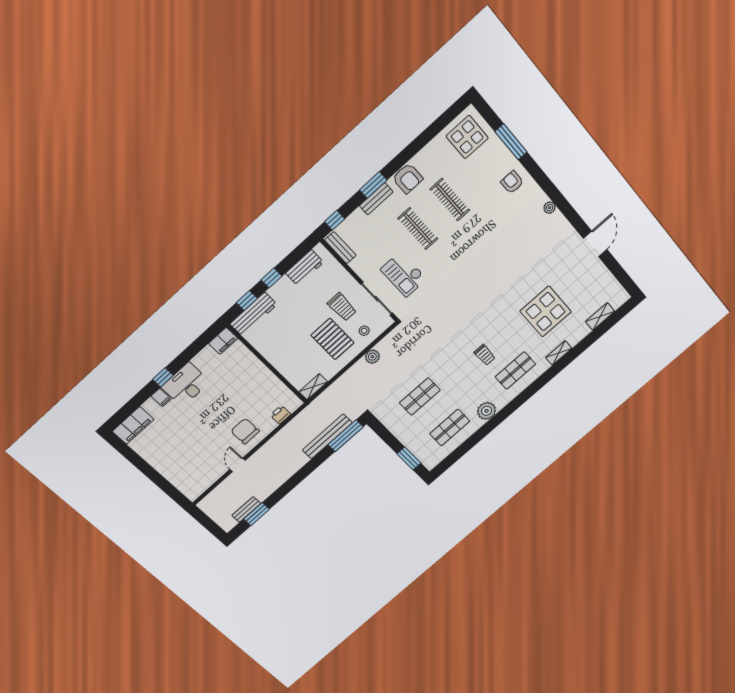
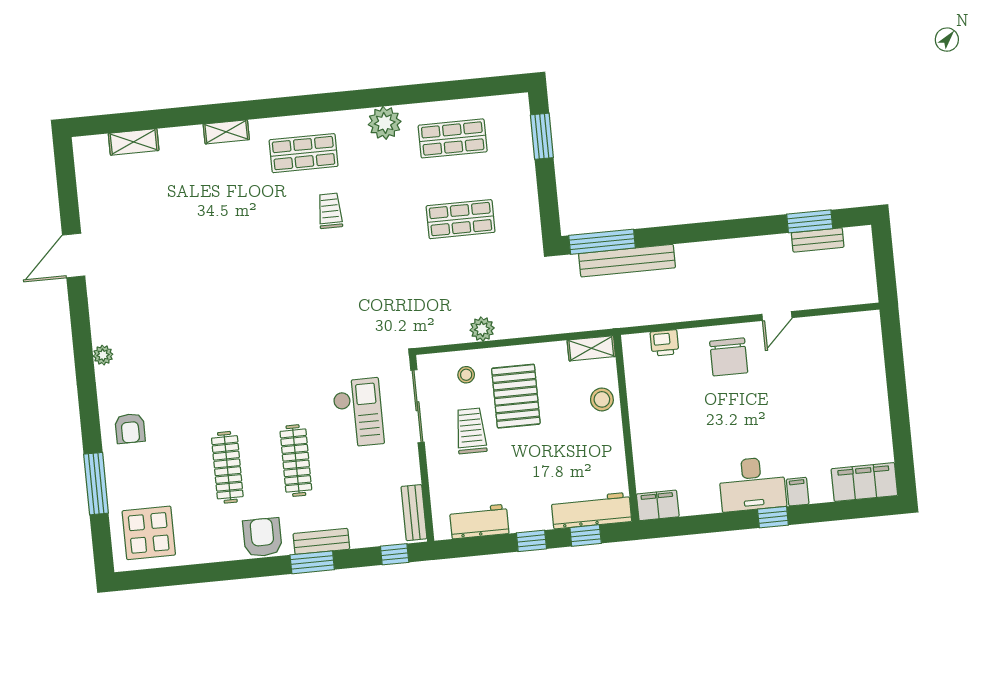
display table: (546, 312) -> (204, 209), removed
stool: (290, 368) -> (602, 399), added

